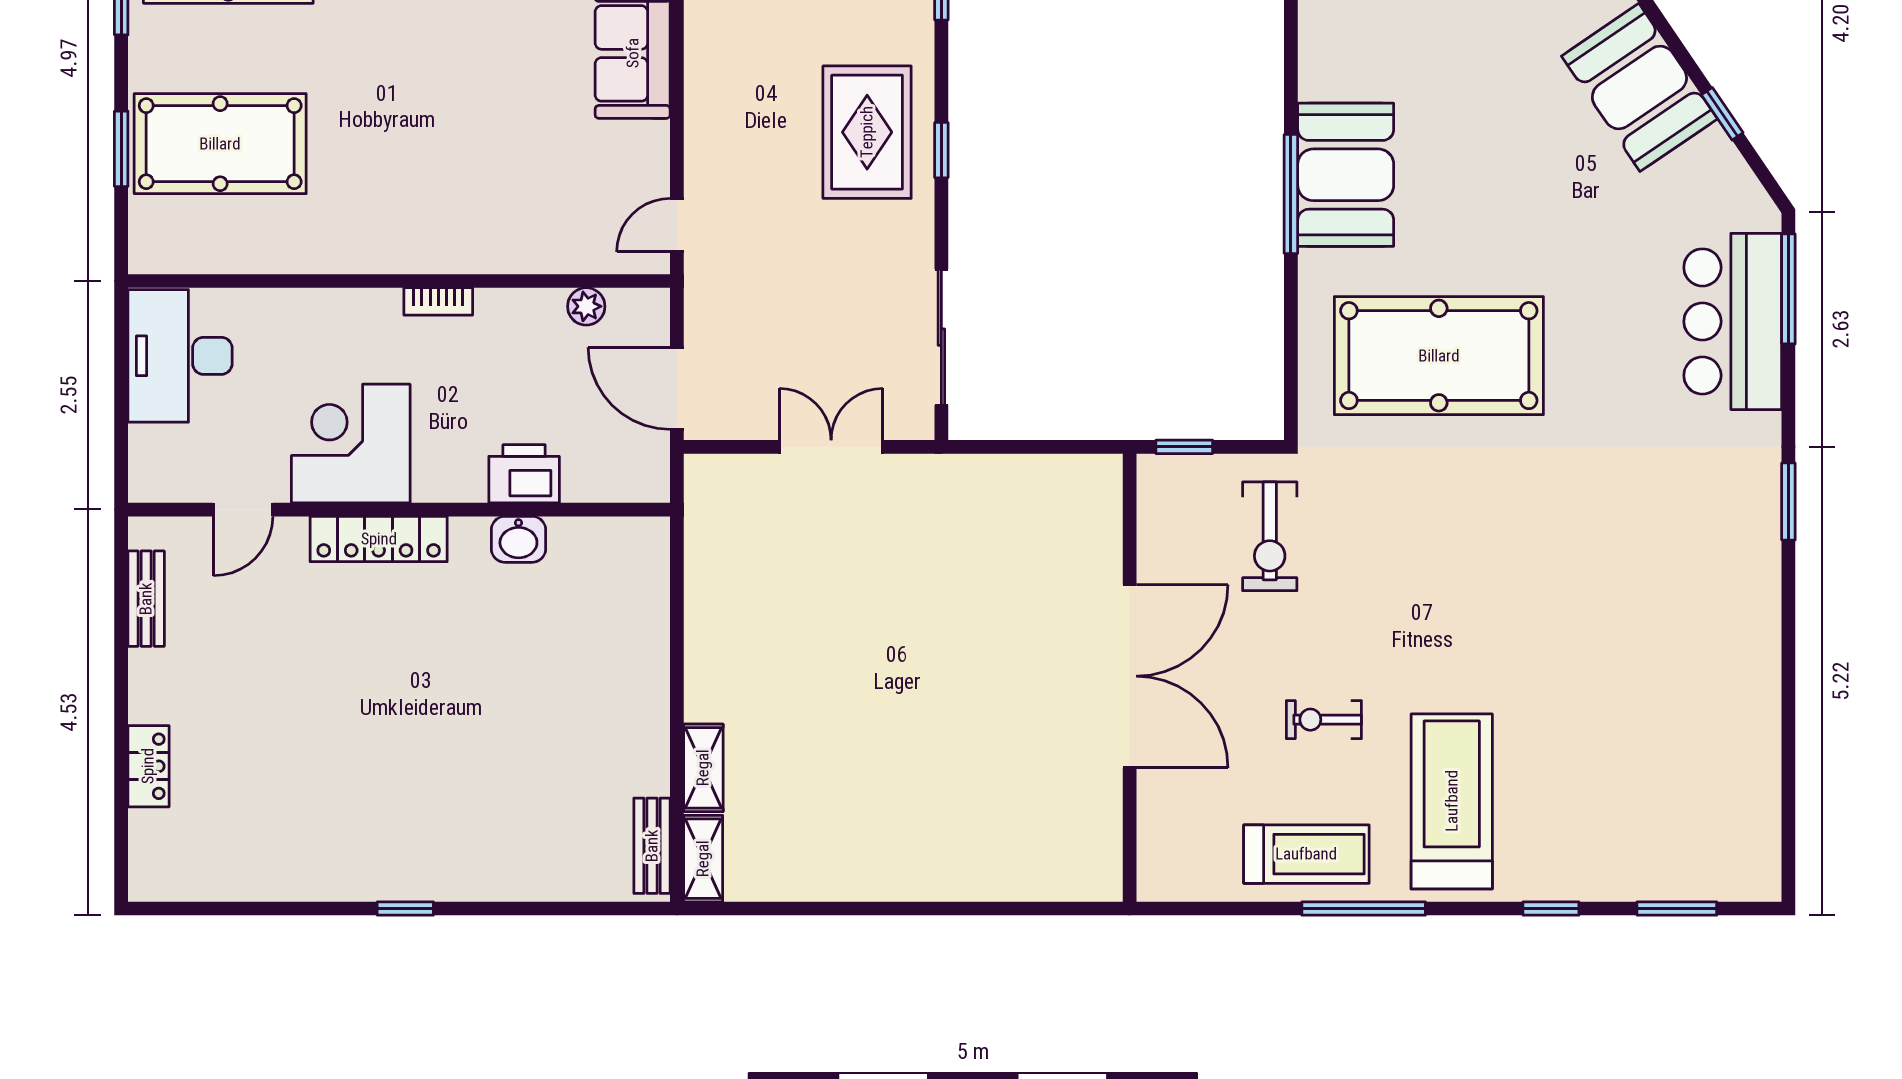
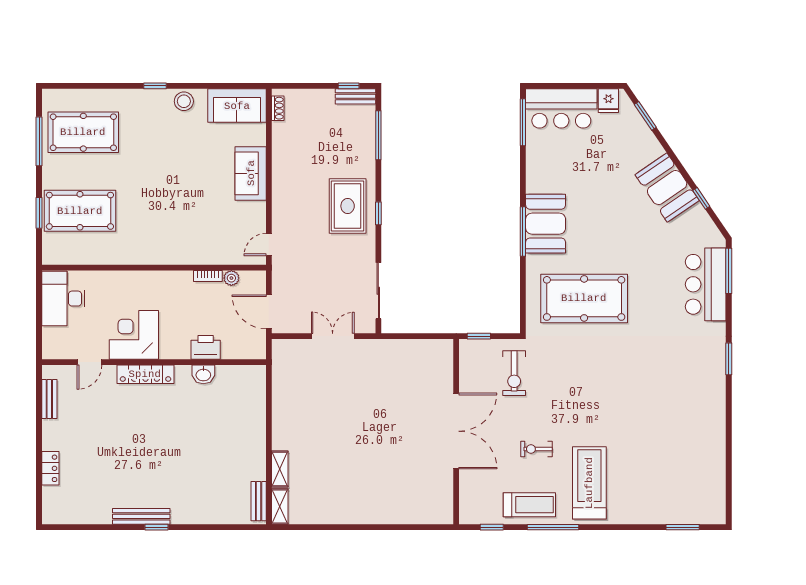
bookcase: (438, 301) -> (208, 276), moved
bench: (368, 882) -> (141, 516), added
window: (1551, 908) -> (492, 527), moved

